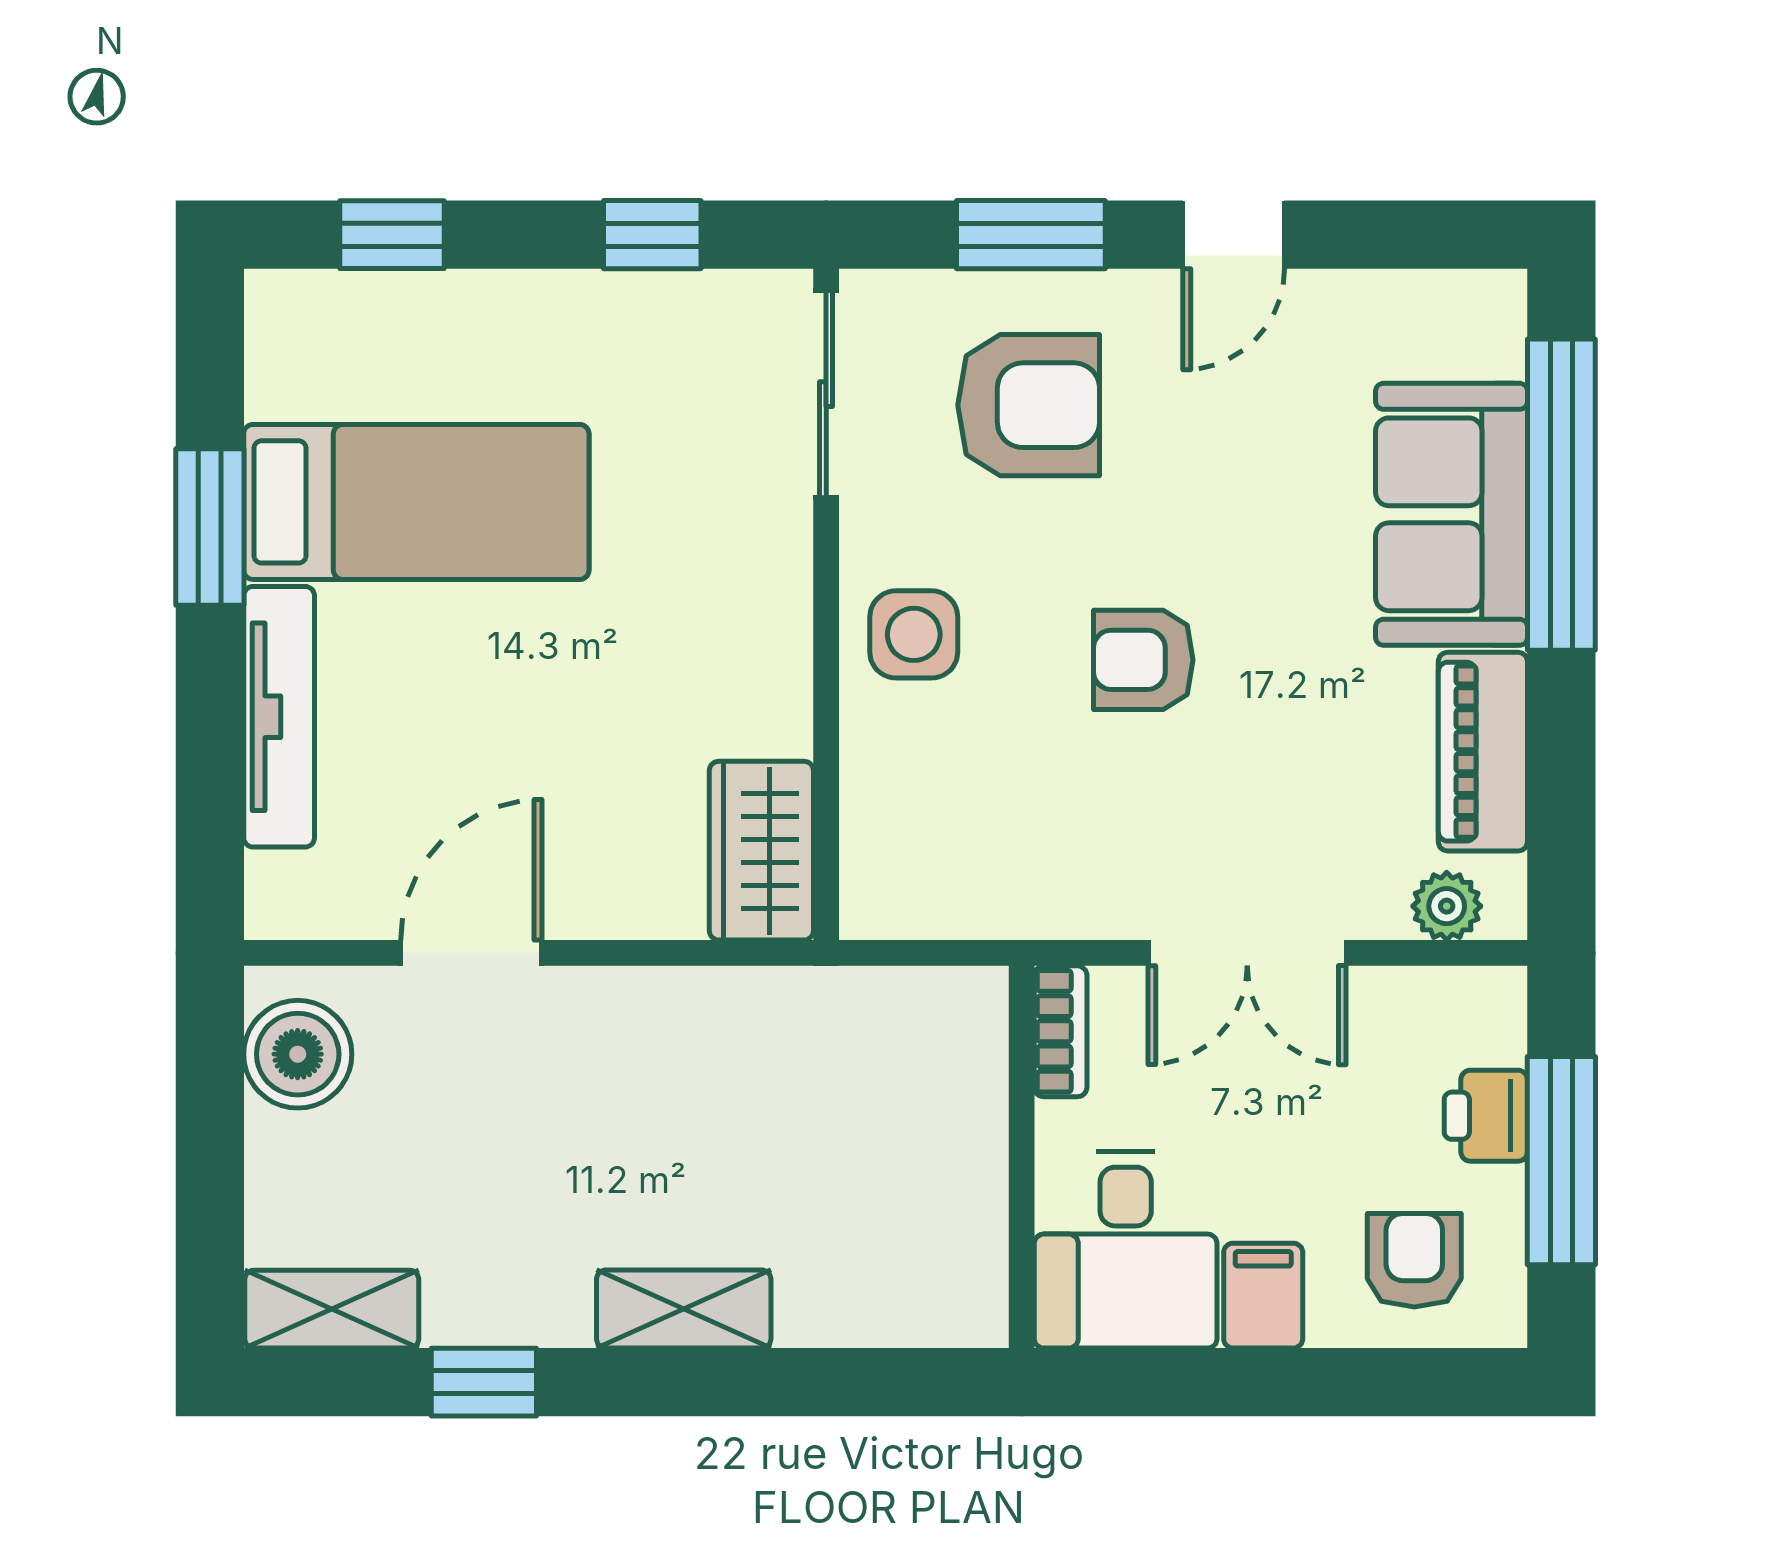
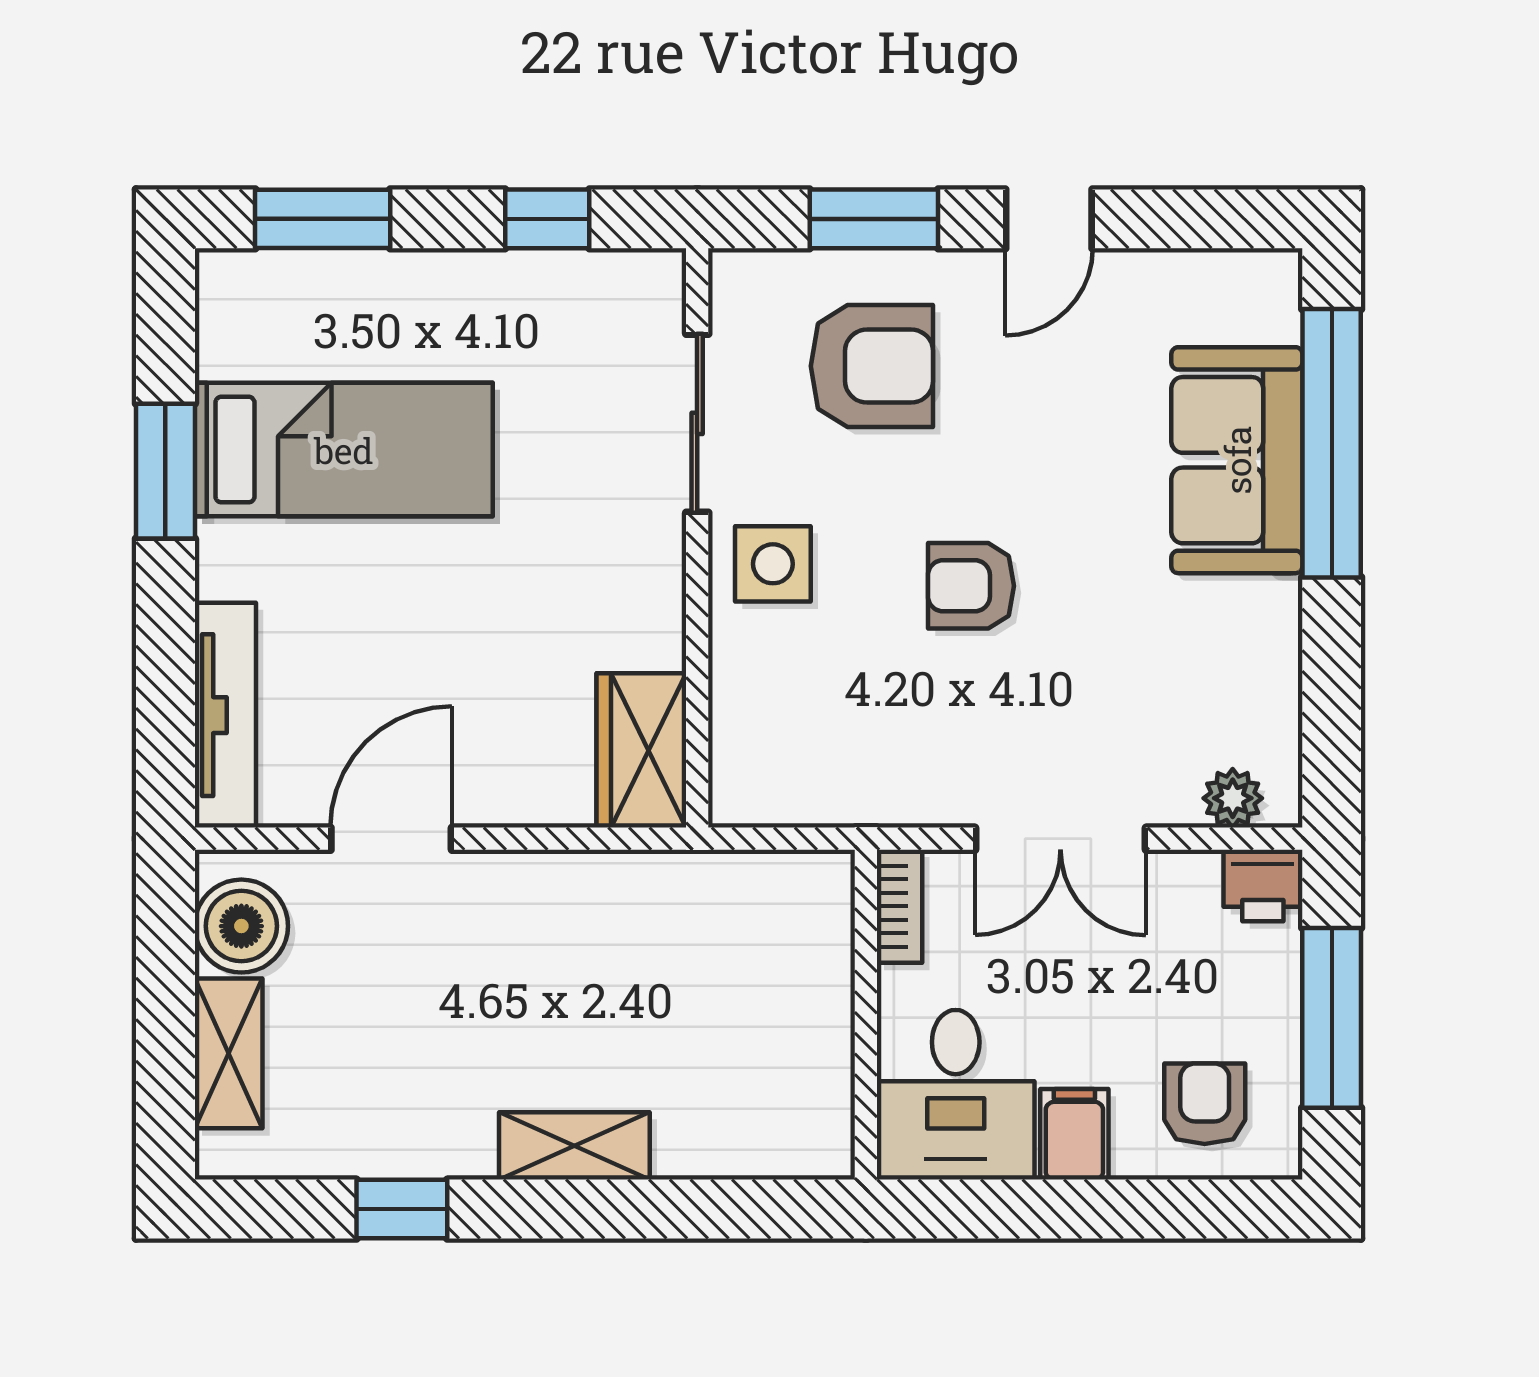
window: (392, 235) -> (323, 219), width x1.50
sliding door: (826, 394) -> (697, 423), moved
tv unit: (279, 717) -> (225, 715), moved
piano: (1483, 752) -> (1264, 665), removed
printer: (1486, 1116) -> (1263, 885), moved, turned -90
shelving: (332, 1309) -> (229, 1053), moved, turned 90

